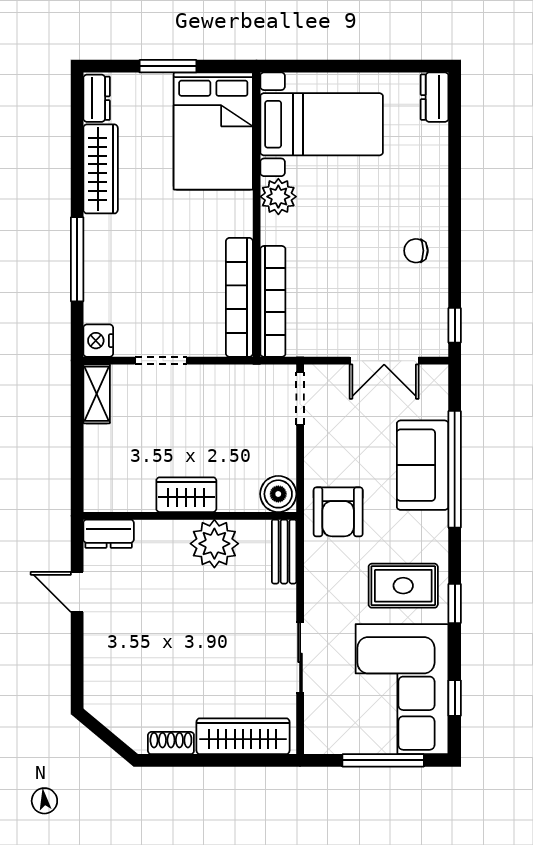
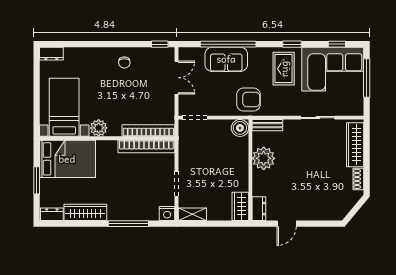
wardrobe: (186, 495) -> (240, 206), moved

